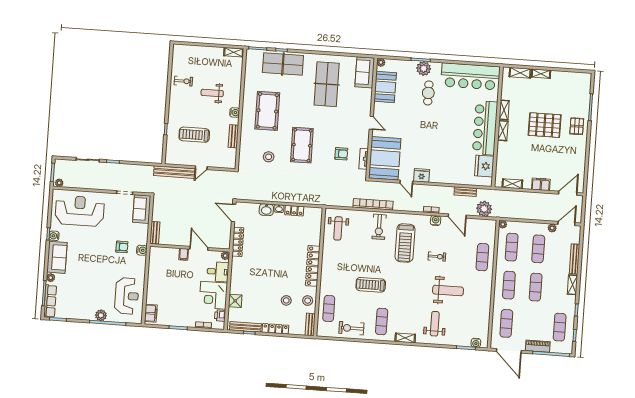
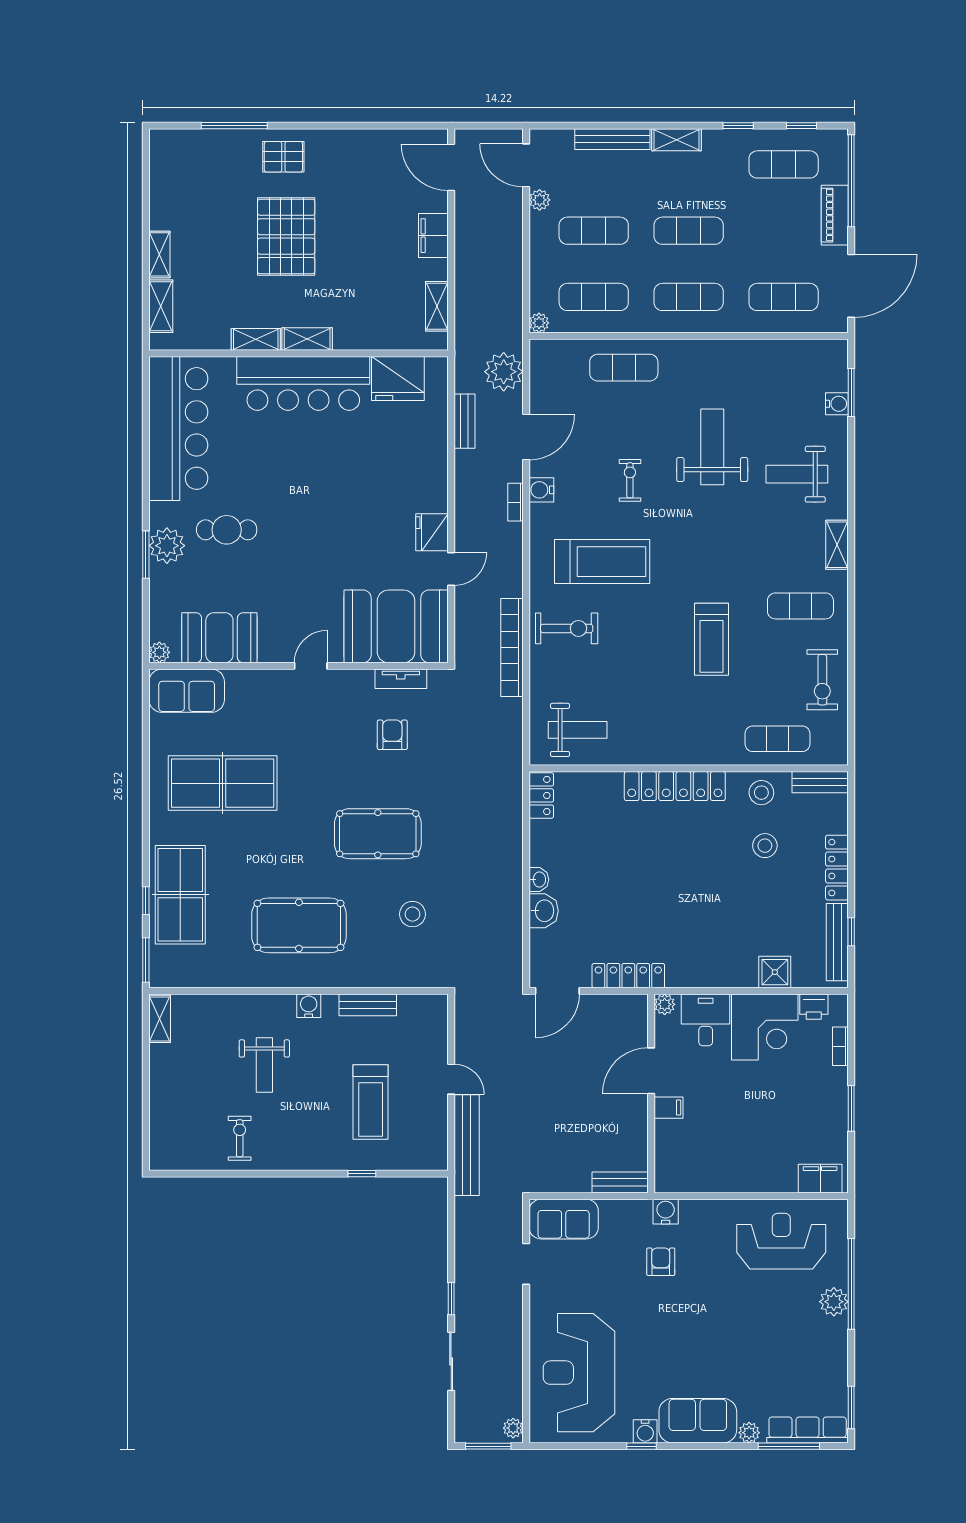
locker: (294, 211) -> (541, 795), moved
water cooler: (476, 343) -> (837, 404), moved

